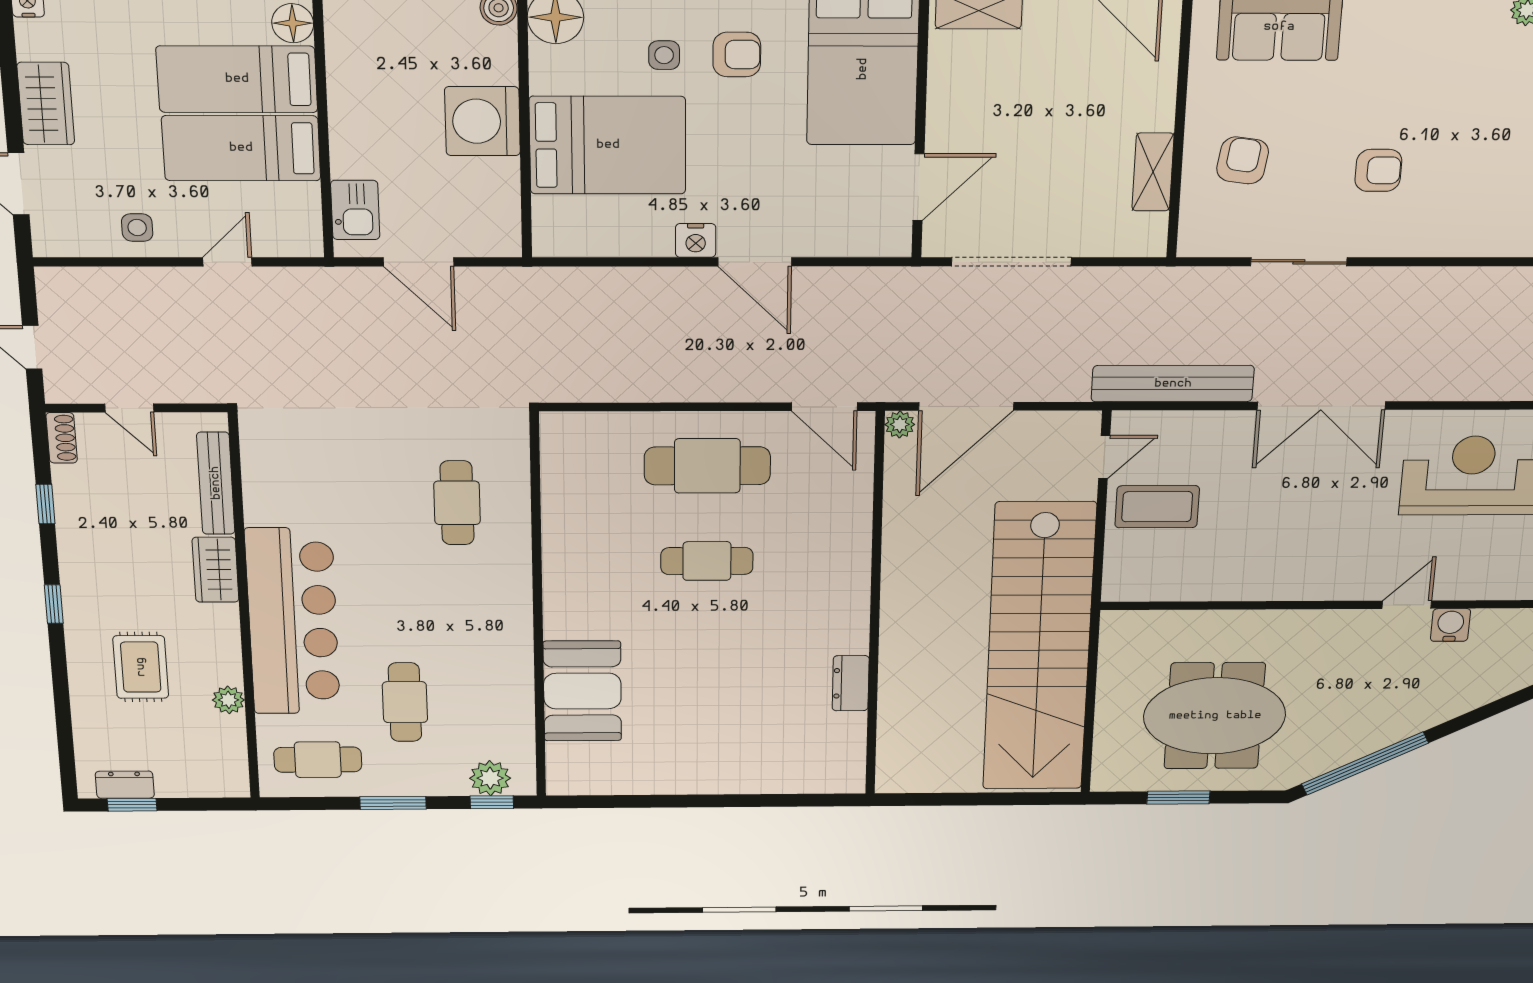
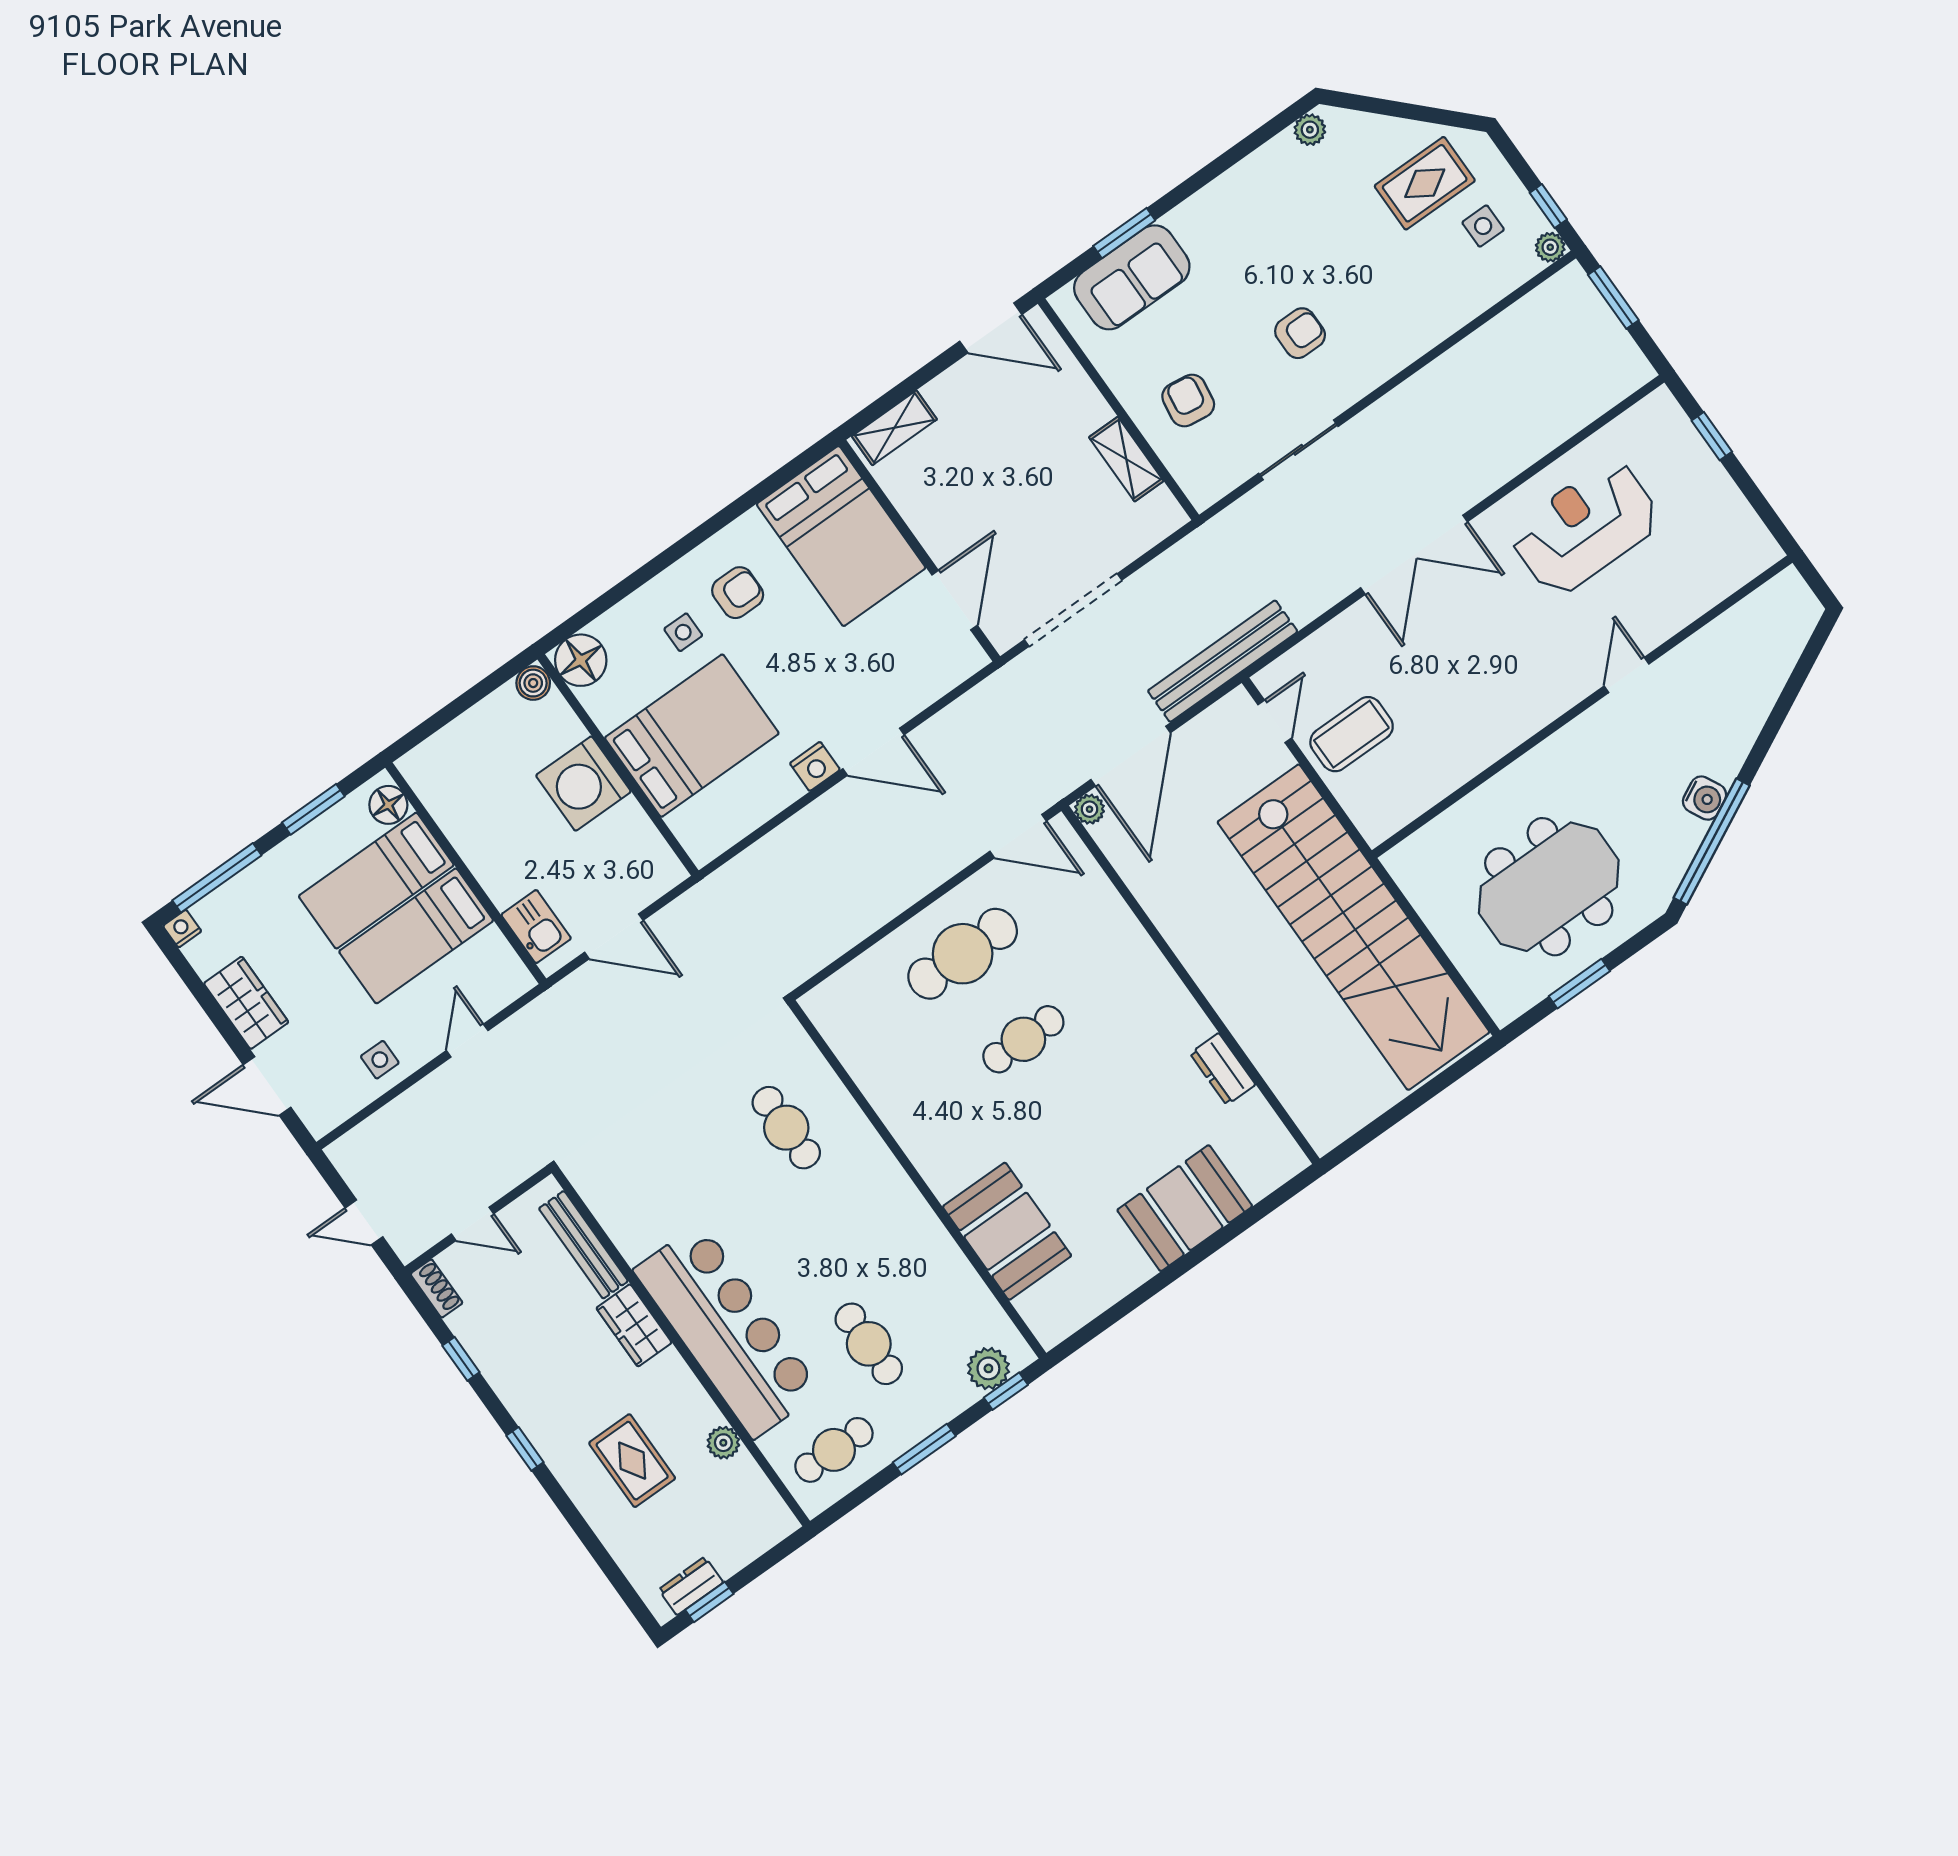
bench: (1173, 384) -> (1223, 661), moved
water cooler: (1450, 625) -> (1705, 798), moved, turned 153
booth: (739, 762) -> (1185, 1208), added

